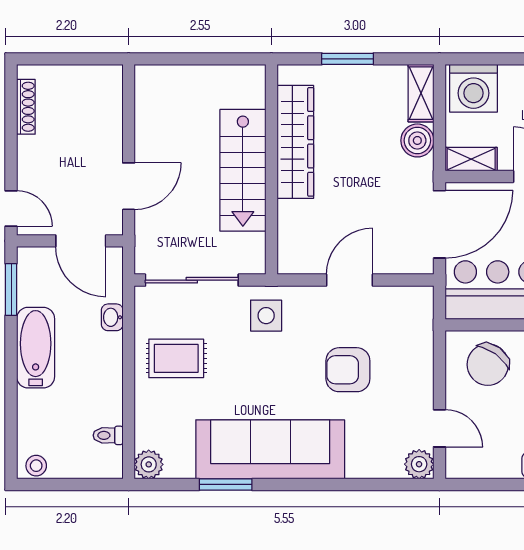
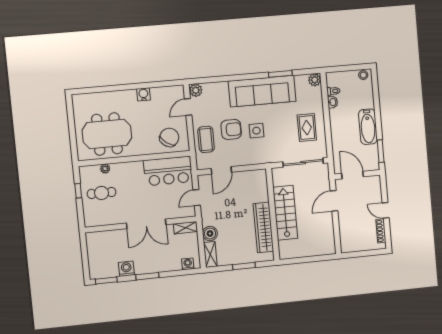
washing machine: (474, 88) -> (188, 264), width x0.53, depth x0.53
door: (11, 209) -> (386, 210), moved
door: (439, 224) -> (197, 198), width x0.53
door: (349, 280) -> (221, 170), moved
side table: (266, 316) -> (256, 131), moved
washbasin: (112, 317) -> (333, 102), moved
coffee table: (406, 353) -> (206, 139), added
rug: (176, 358) -> (307, 128), turned 90
door: (439, 428) -> (188, 107), hinge flipped

